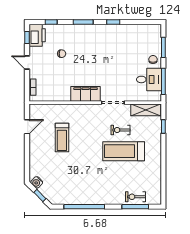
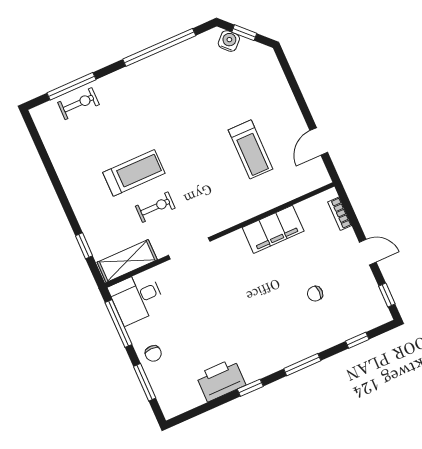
printer: (37, 35) -> (221, 380), moved, turned 90
desk: (149, 79) -> (137, 298), moved
filing cabinet: (86, 94) -> (273, 229), moved
treadmill: (62, 138) -> (250, 149), turned 180
treadmill: (124, 151) -> (134, 173), width x0.73, depth x0.73
water cooler: (37, 182) -> (229, 41), moved

